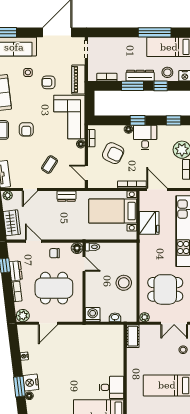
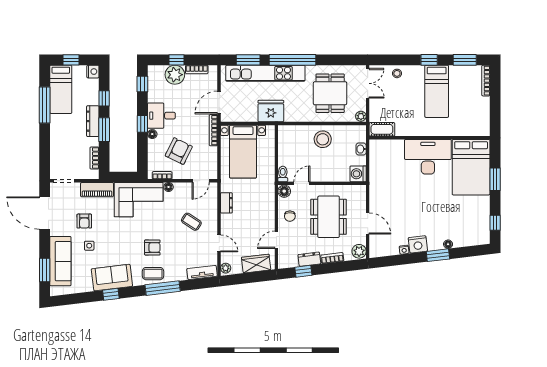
stool: (167, 72) -> (89, 91), removed
armchair: (49, 82) -> (84, 221), moved
fridge: (149, 223) -> (271, 111), moved
nightstand: (31, 383) -> (418, 244), moved
desk: (112, 387) -> (428, 157), width x1.87, depth x1.30

